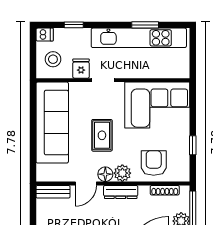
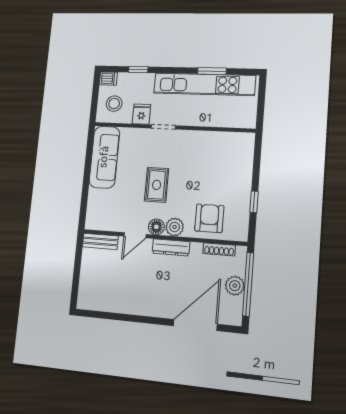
corner sofa: (157, 105) -> (218, 156), removed
sofa: (52, 123) -> (104, 157), width x0.74, depth x0.79

